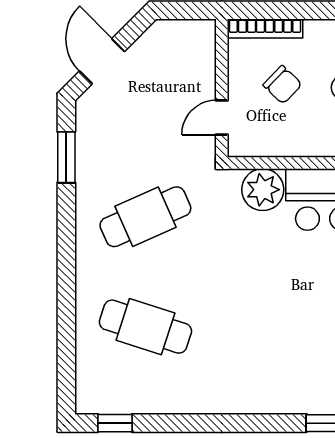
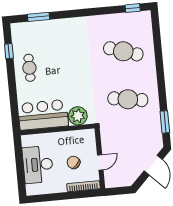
door: (222, 118) -> (100, 162), moved
cafe table: (145, 217) -> (128, 99), turned 33

